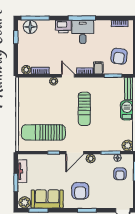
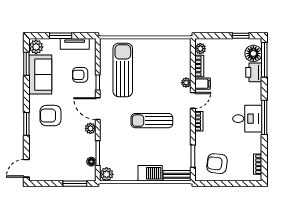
printer: (63, 26) -> (254, 72), moved
filing cabinet: (98, 68) -> (202, 84), moved
armchair: (120, 174) -> (80, 75), moved

